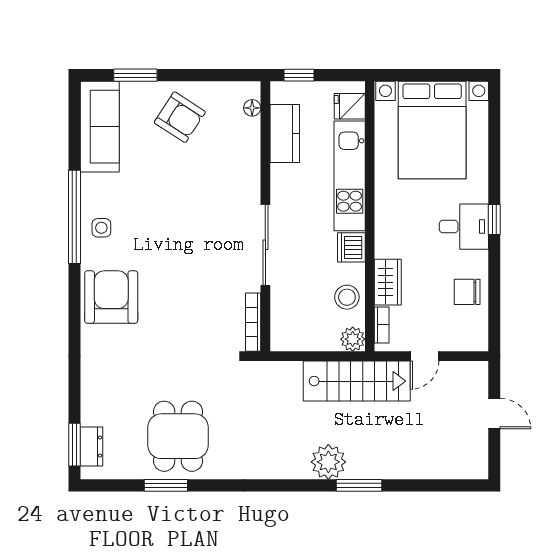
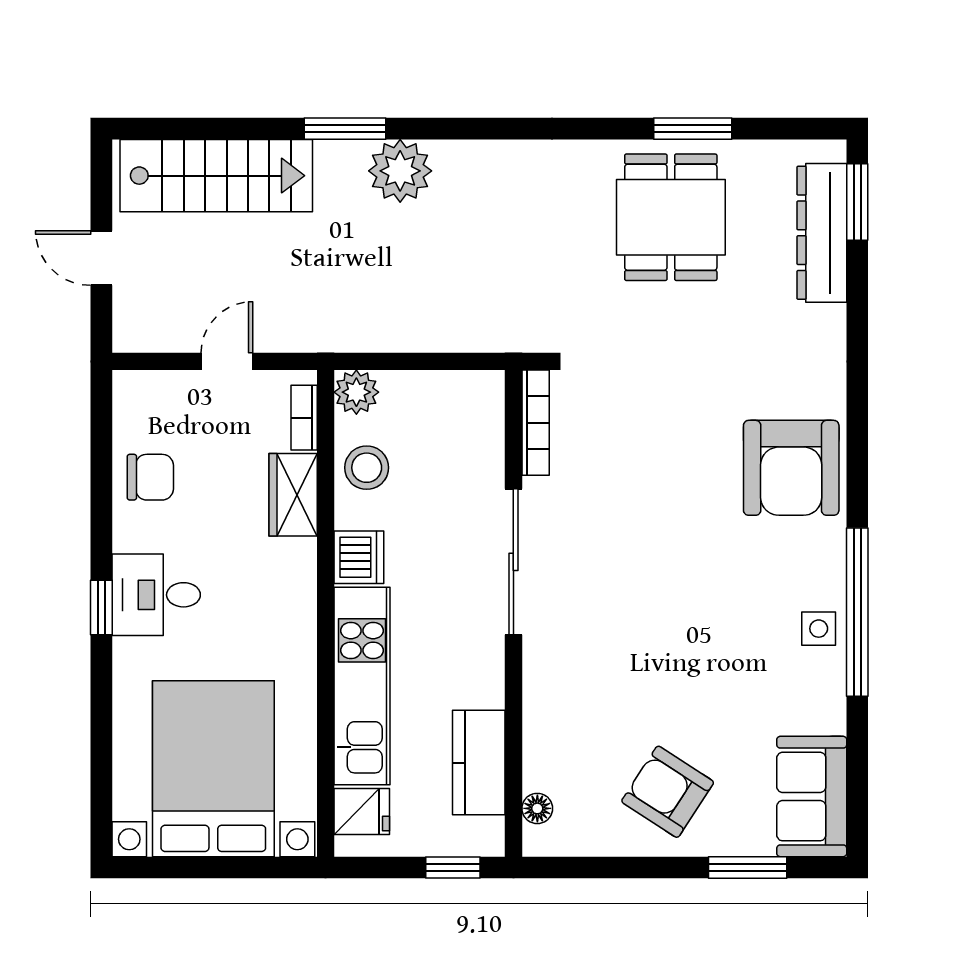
sofa: (100, 127) -> (812, 797), width x0.73
side table: (101, 228) -> (819, 629), moved
stairs: (357, 381) -> (216, 176), moved, turned 180
dresser: (91, 447) -> (822, 233), width x1.96, depth x1.24

